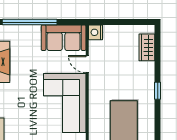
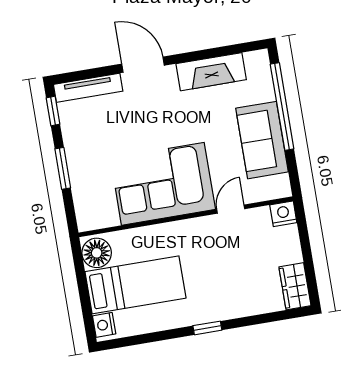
sofa: (64, 38) -> (262, 140), moved
wardrobe: (147, 47) -> (295, 286), moved, turned -90

